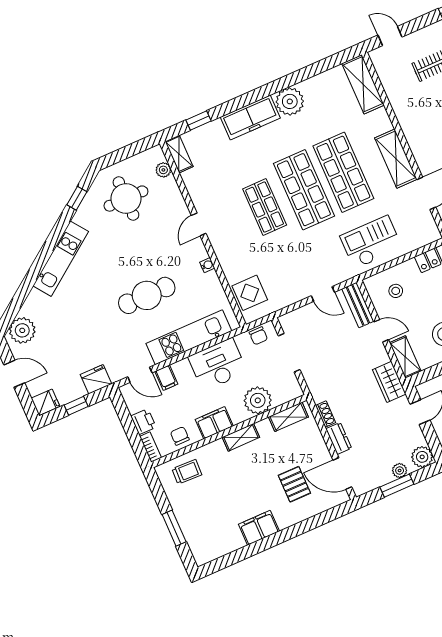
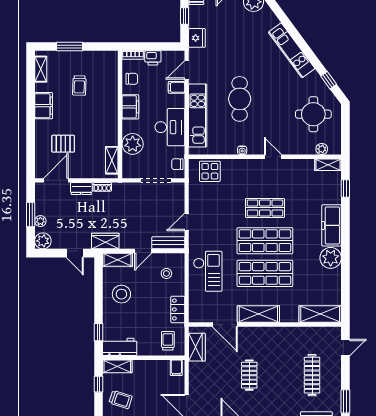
shelving: (241, 437) -> (41, 69), moved
trolley: (187, 472) -> (79, 86), moved

